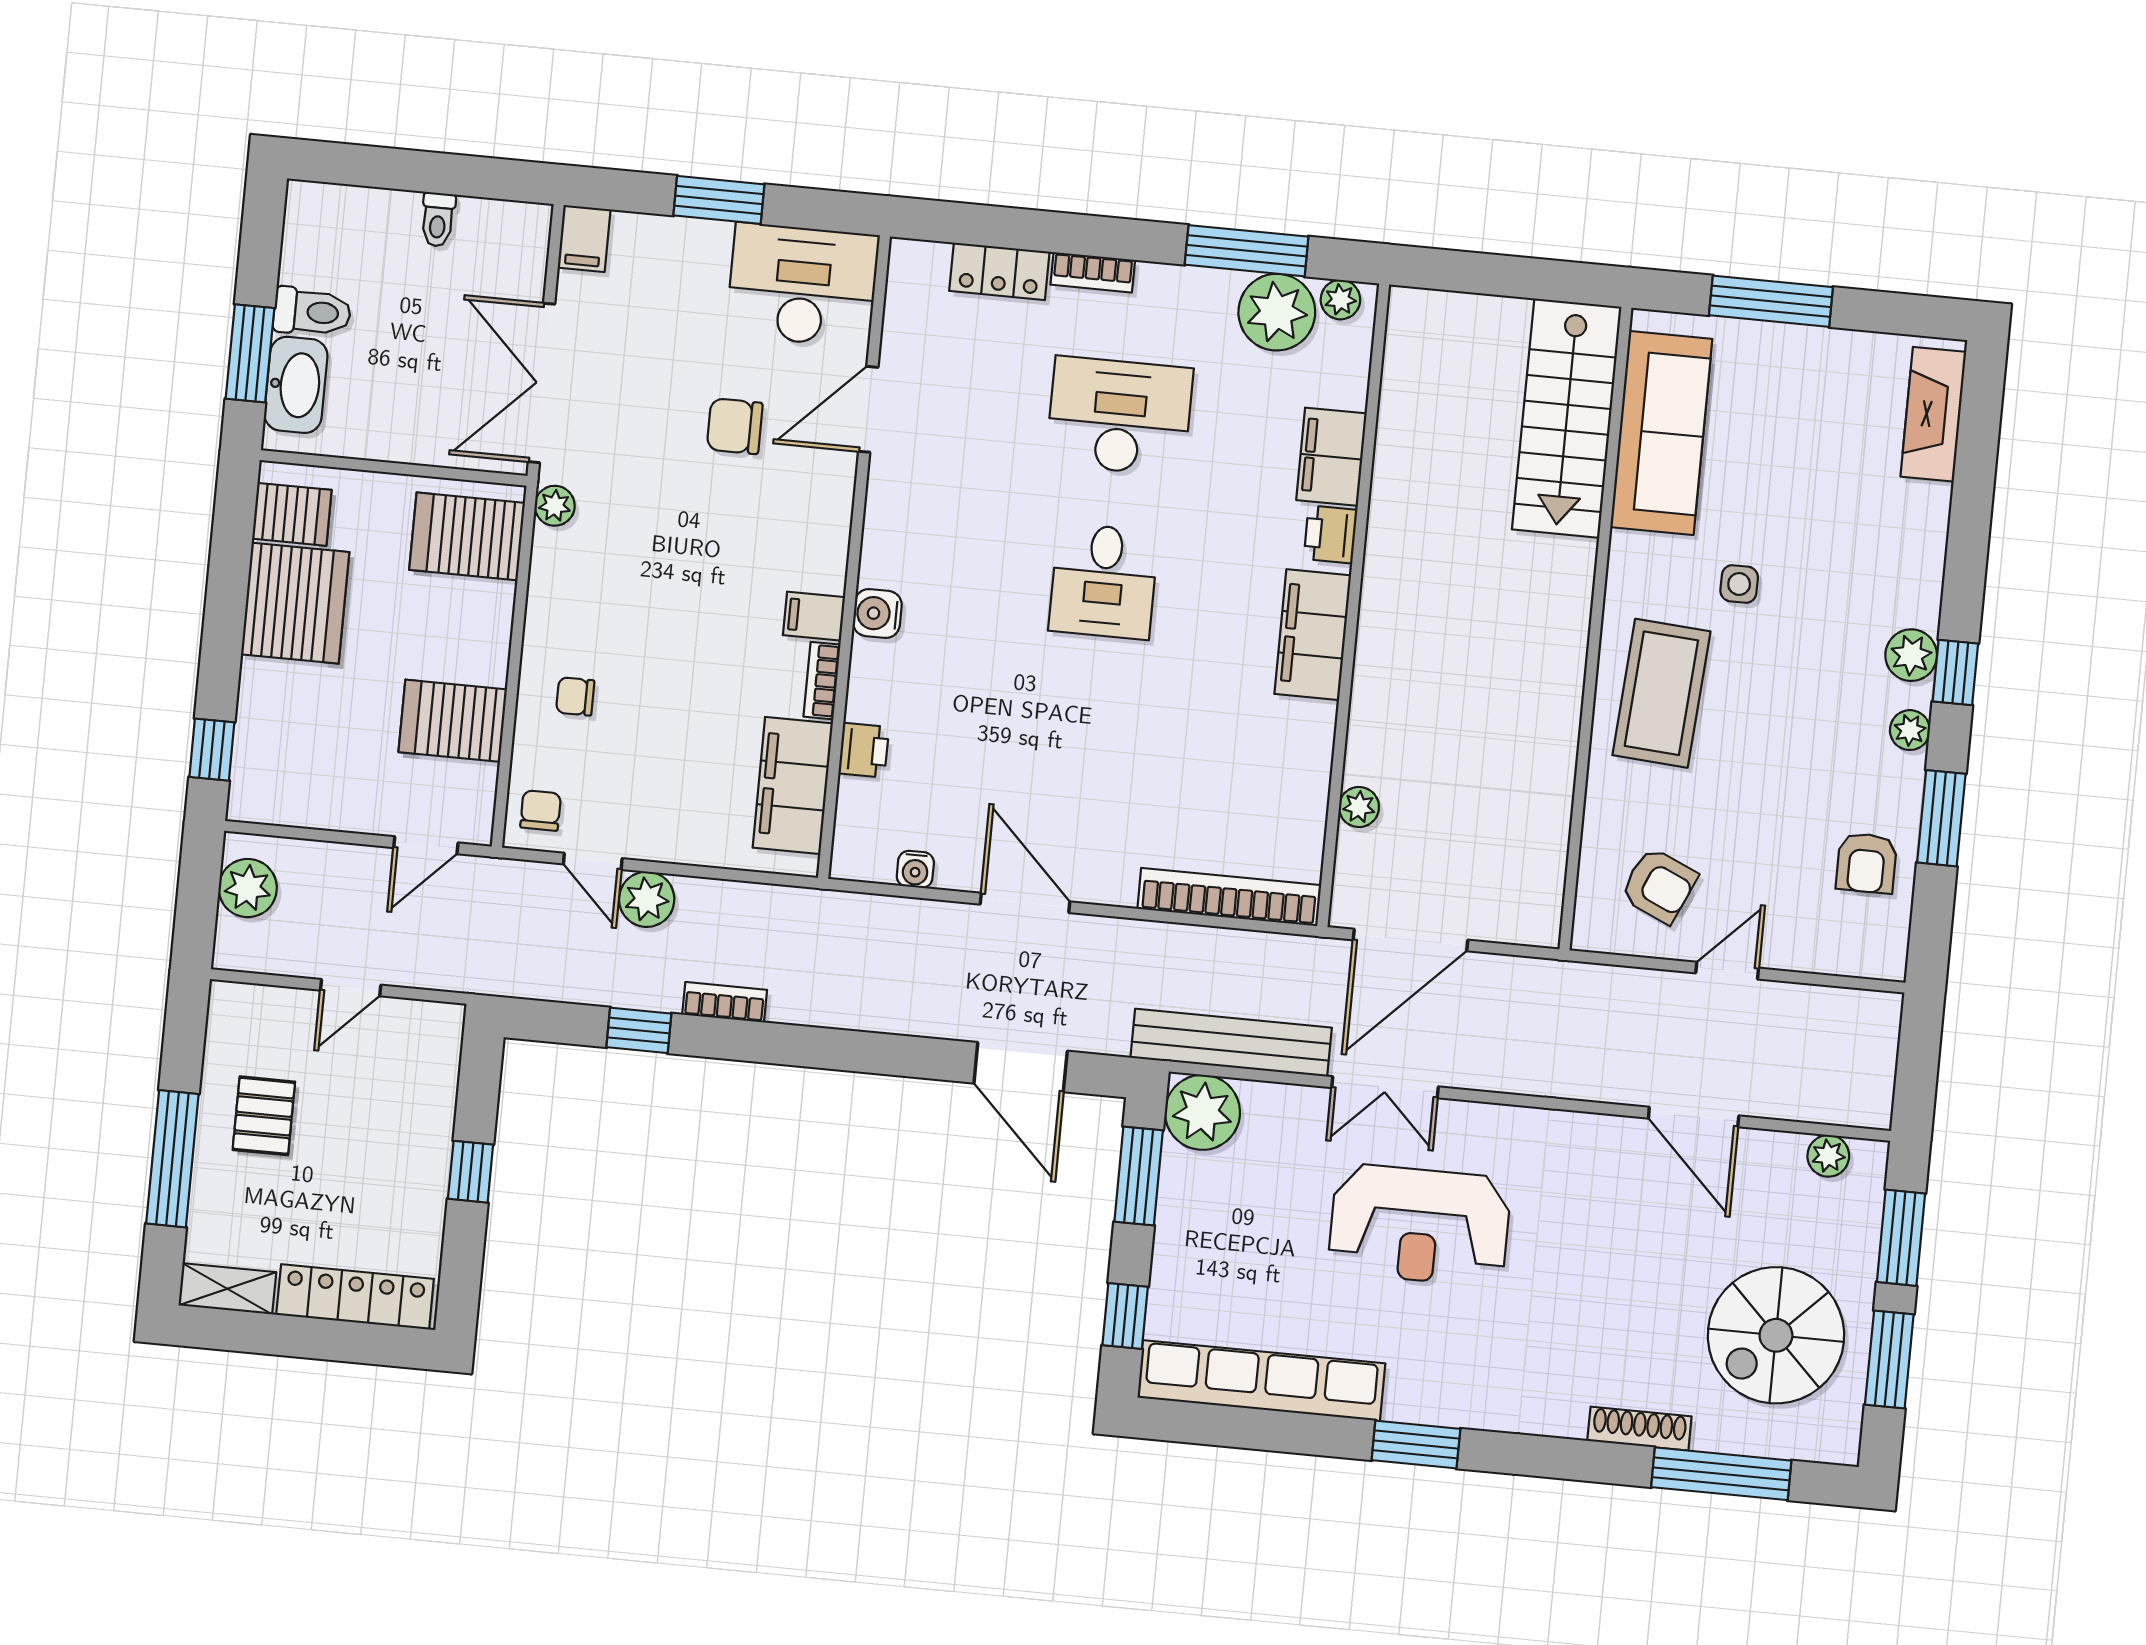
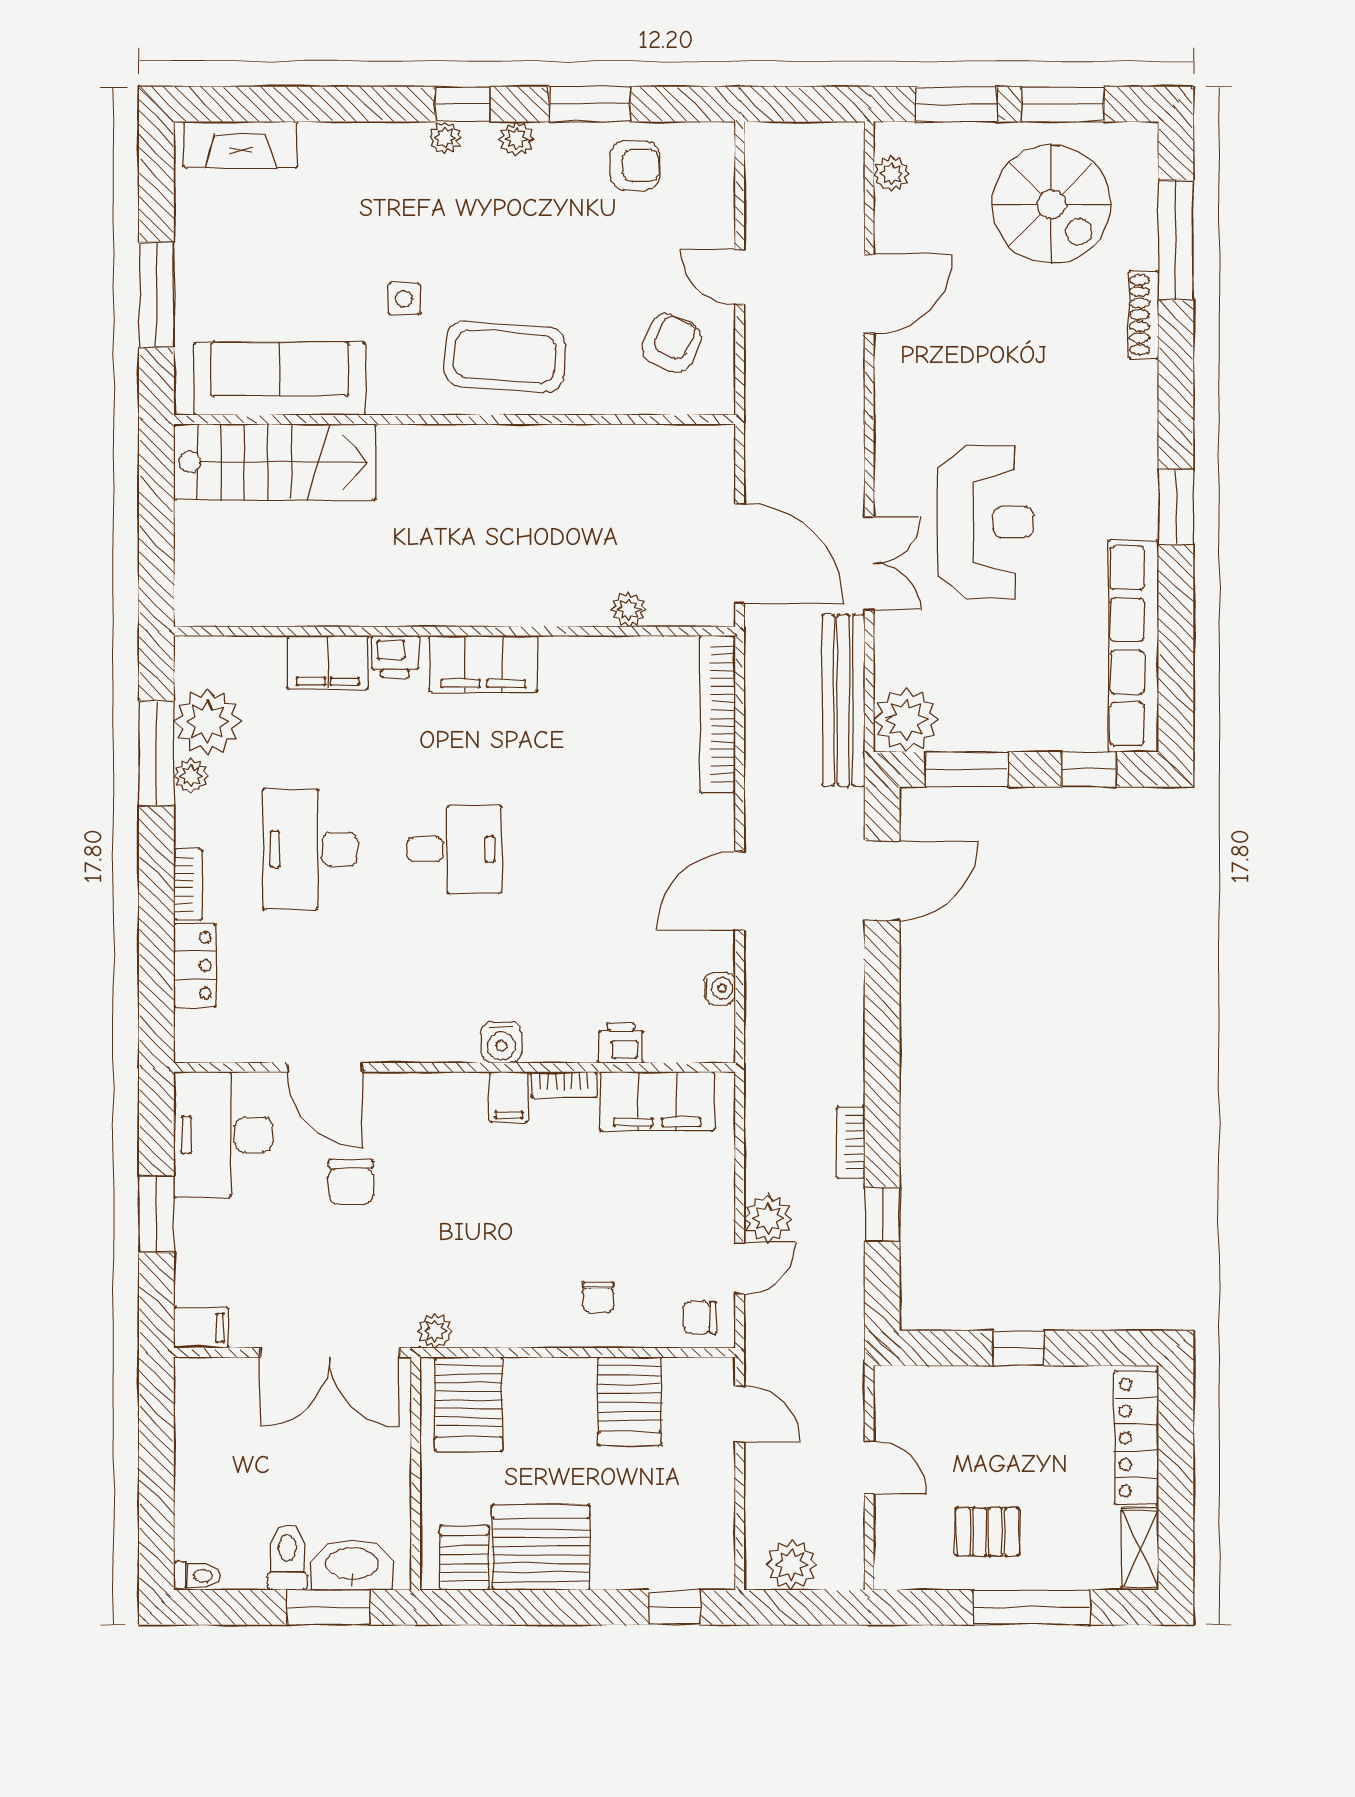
toilet: (438, 219) -> (197, 1576), moved
plant: (1340, 300) -> (191, 776), moved
plant: (1911, 655) -> (445, 138), width x0.73, depth x0.73

